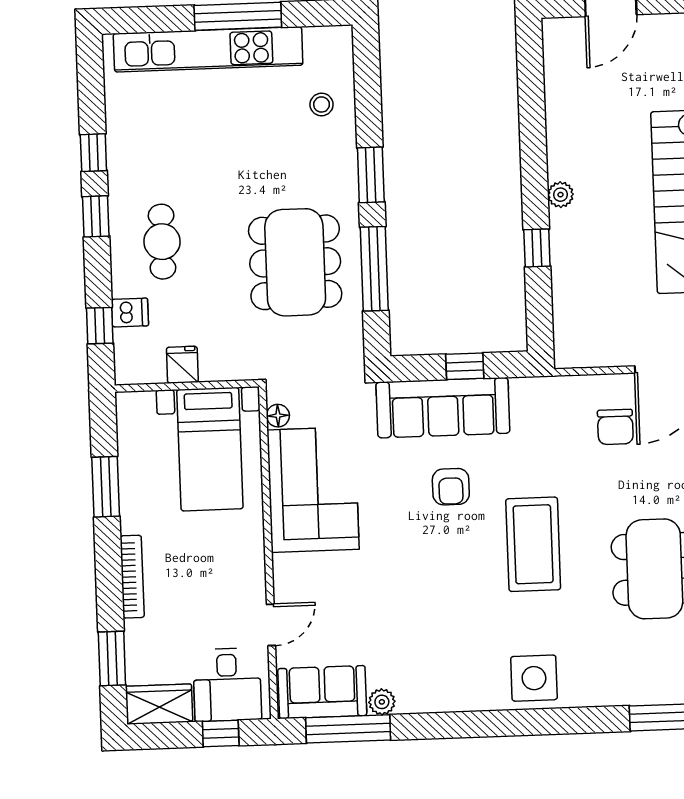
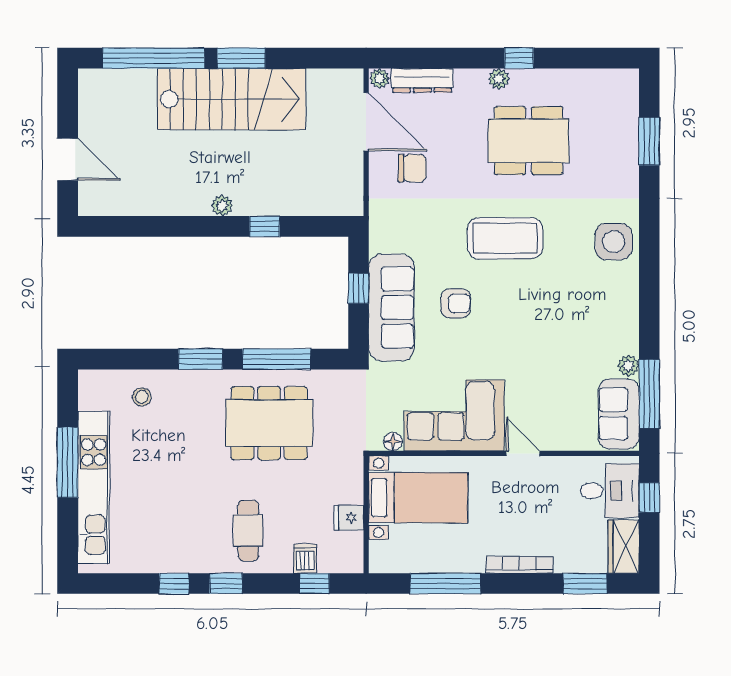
cafe table: (162, 242) -> (248, 530), turned 90
window: (106, 487) -> (446, 584), width x1.44
door: (271, 625) -> (523, 453), moved

